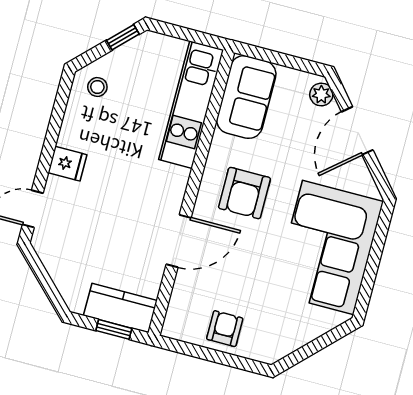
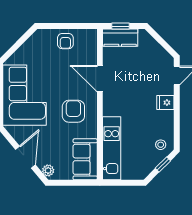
window: (123, 37) -> (163, 164), moved
door: (179, 241) -> (100, 79), hinge flipped

